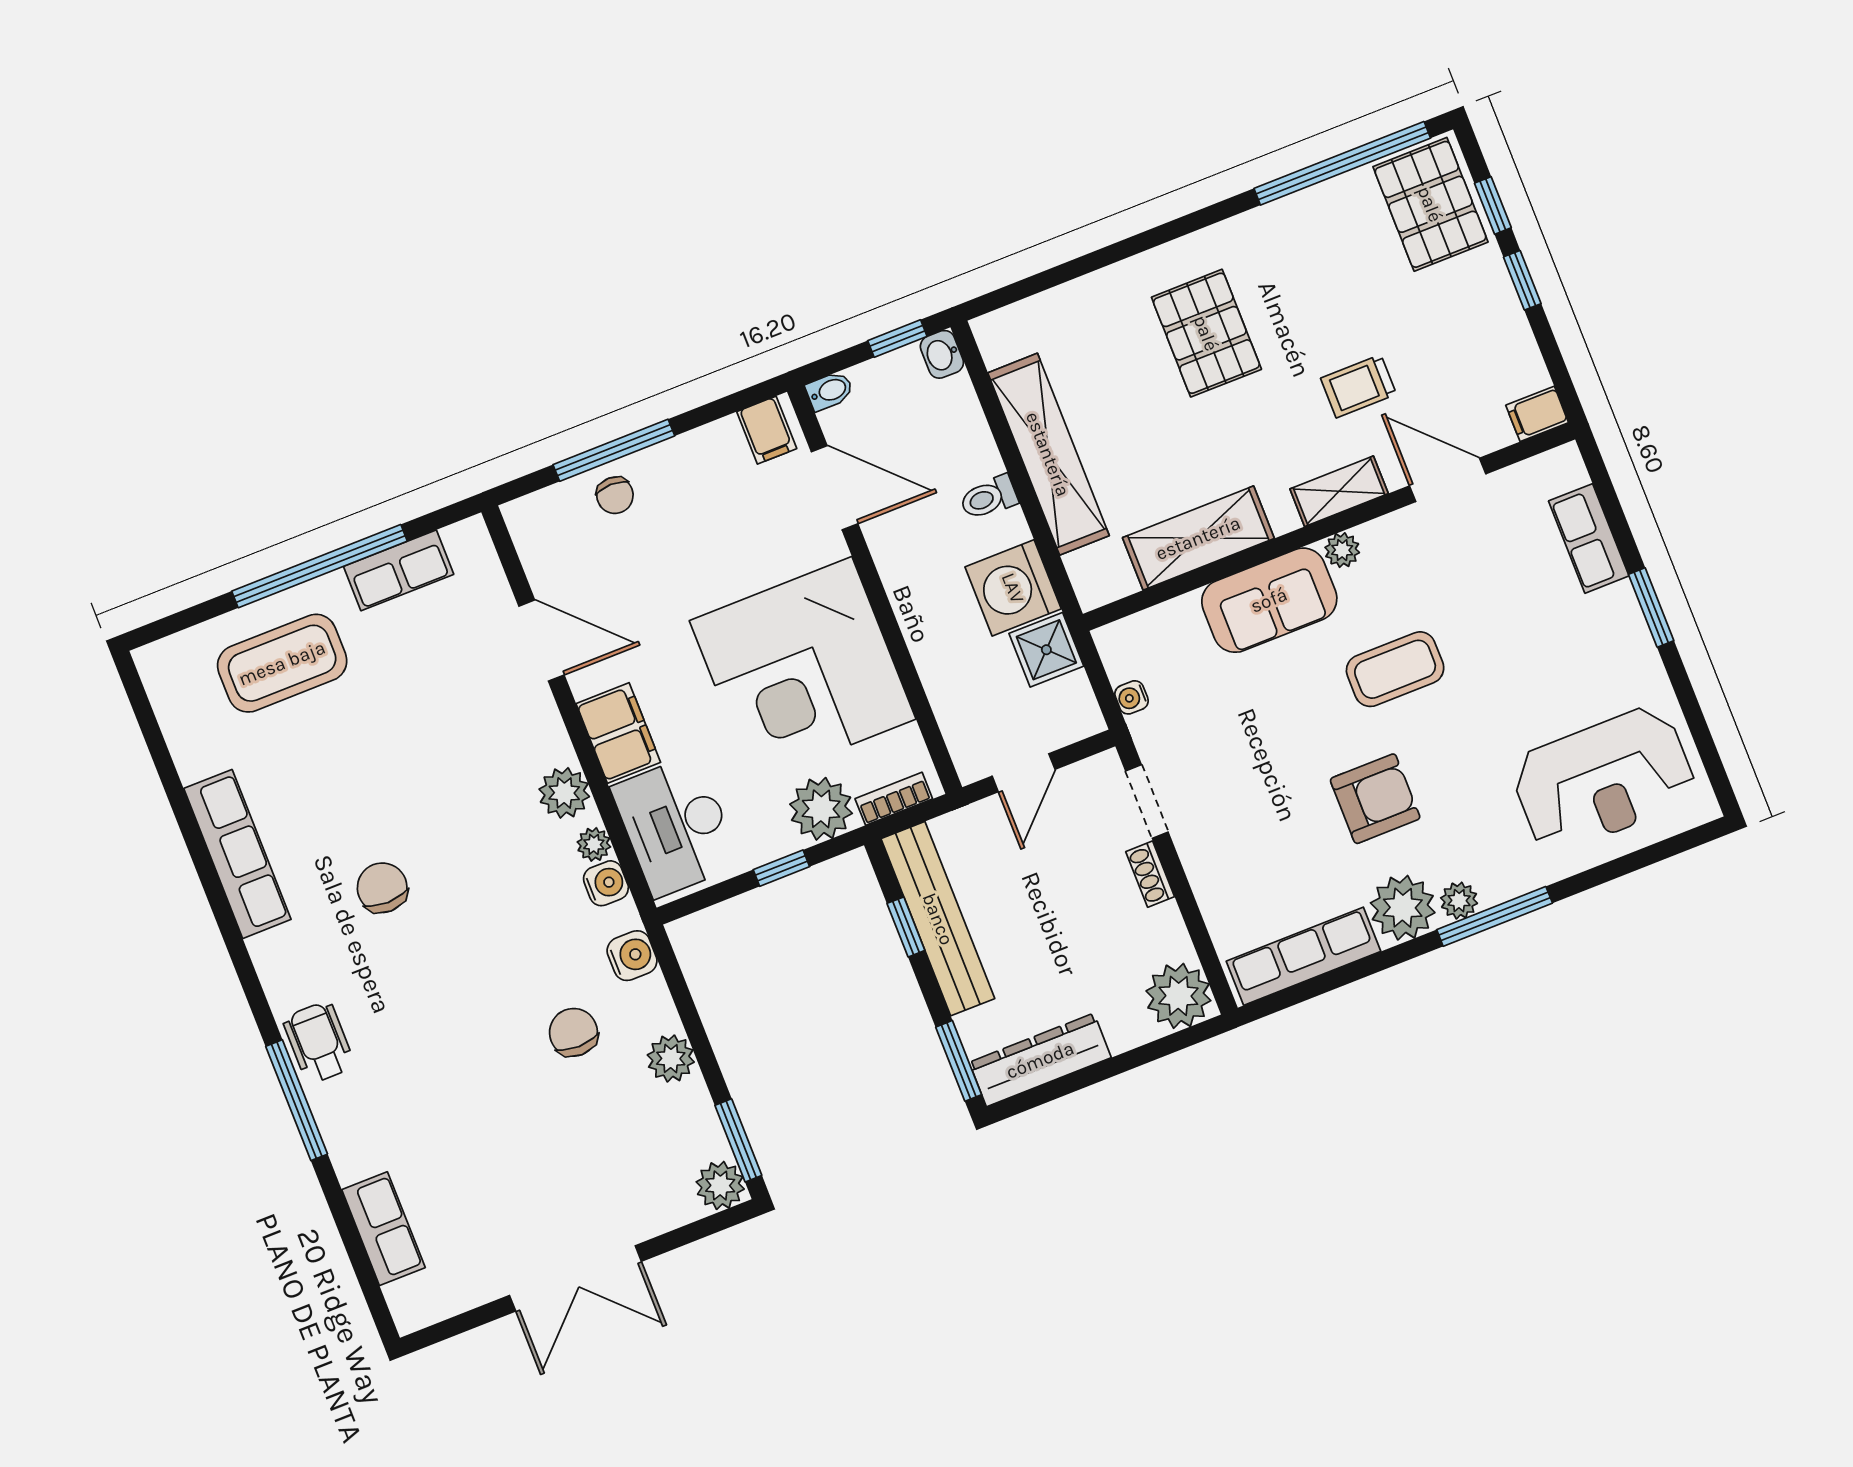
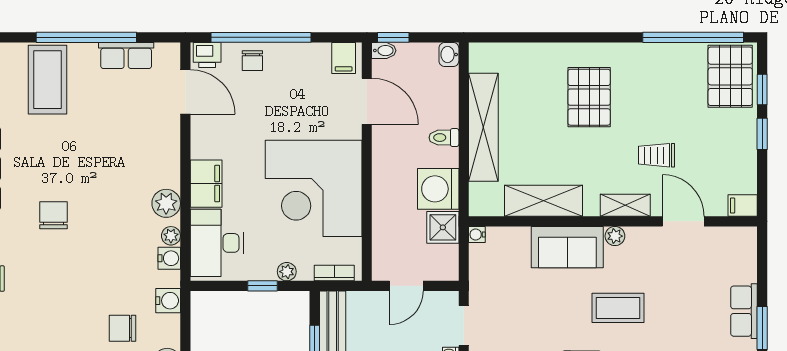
window: (897, 339) -> (393, 37), moved
window: (614, 450) -> (261, 37), width x1.46
printer: (535, 516) -> (207, 55), added
row of seats: (1589, 538) -> (744, 311), moved
door: (541, 641) -> (185, 92), moved
coffee table: (282, 663) -> (48, 80), turned 90
water cooler: (1132, 697) -> (477, 234), moved
plant: (821, 809) -> (287, 272), width x0.53, depth x0.53
chair: (573, 1032) -> (122, 328), turned -90

